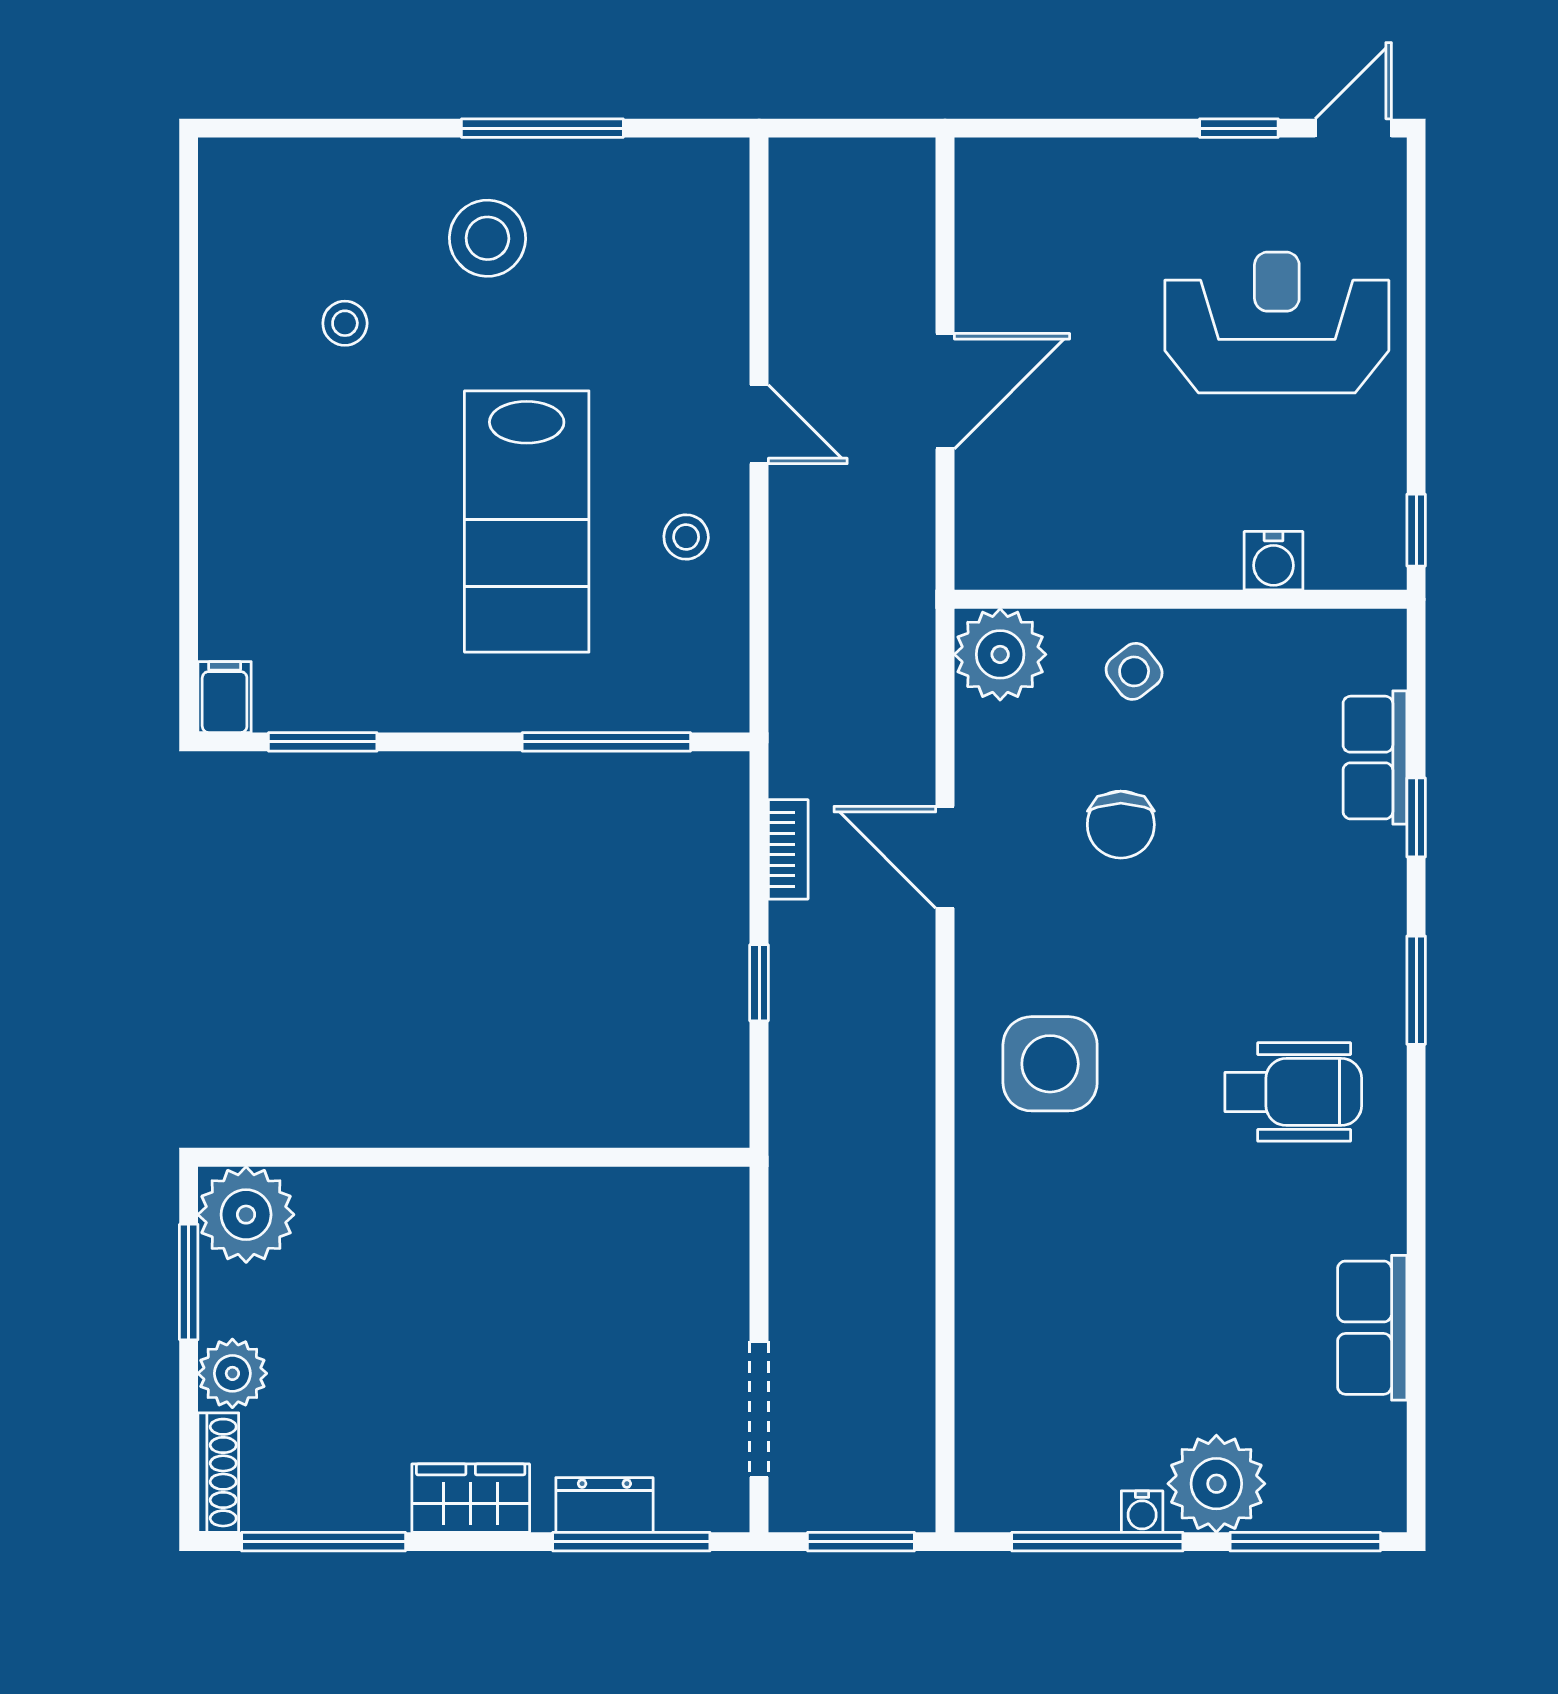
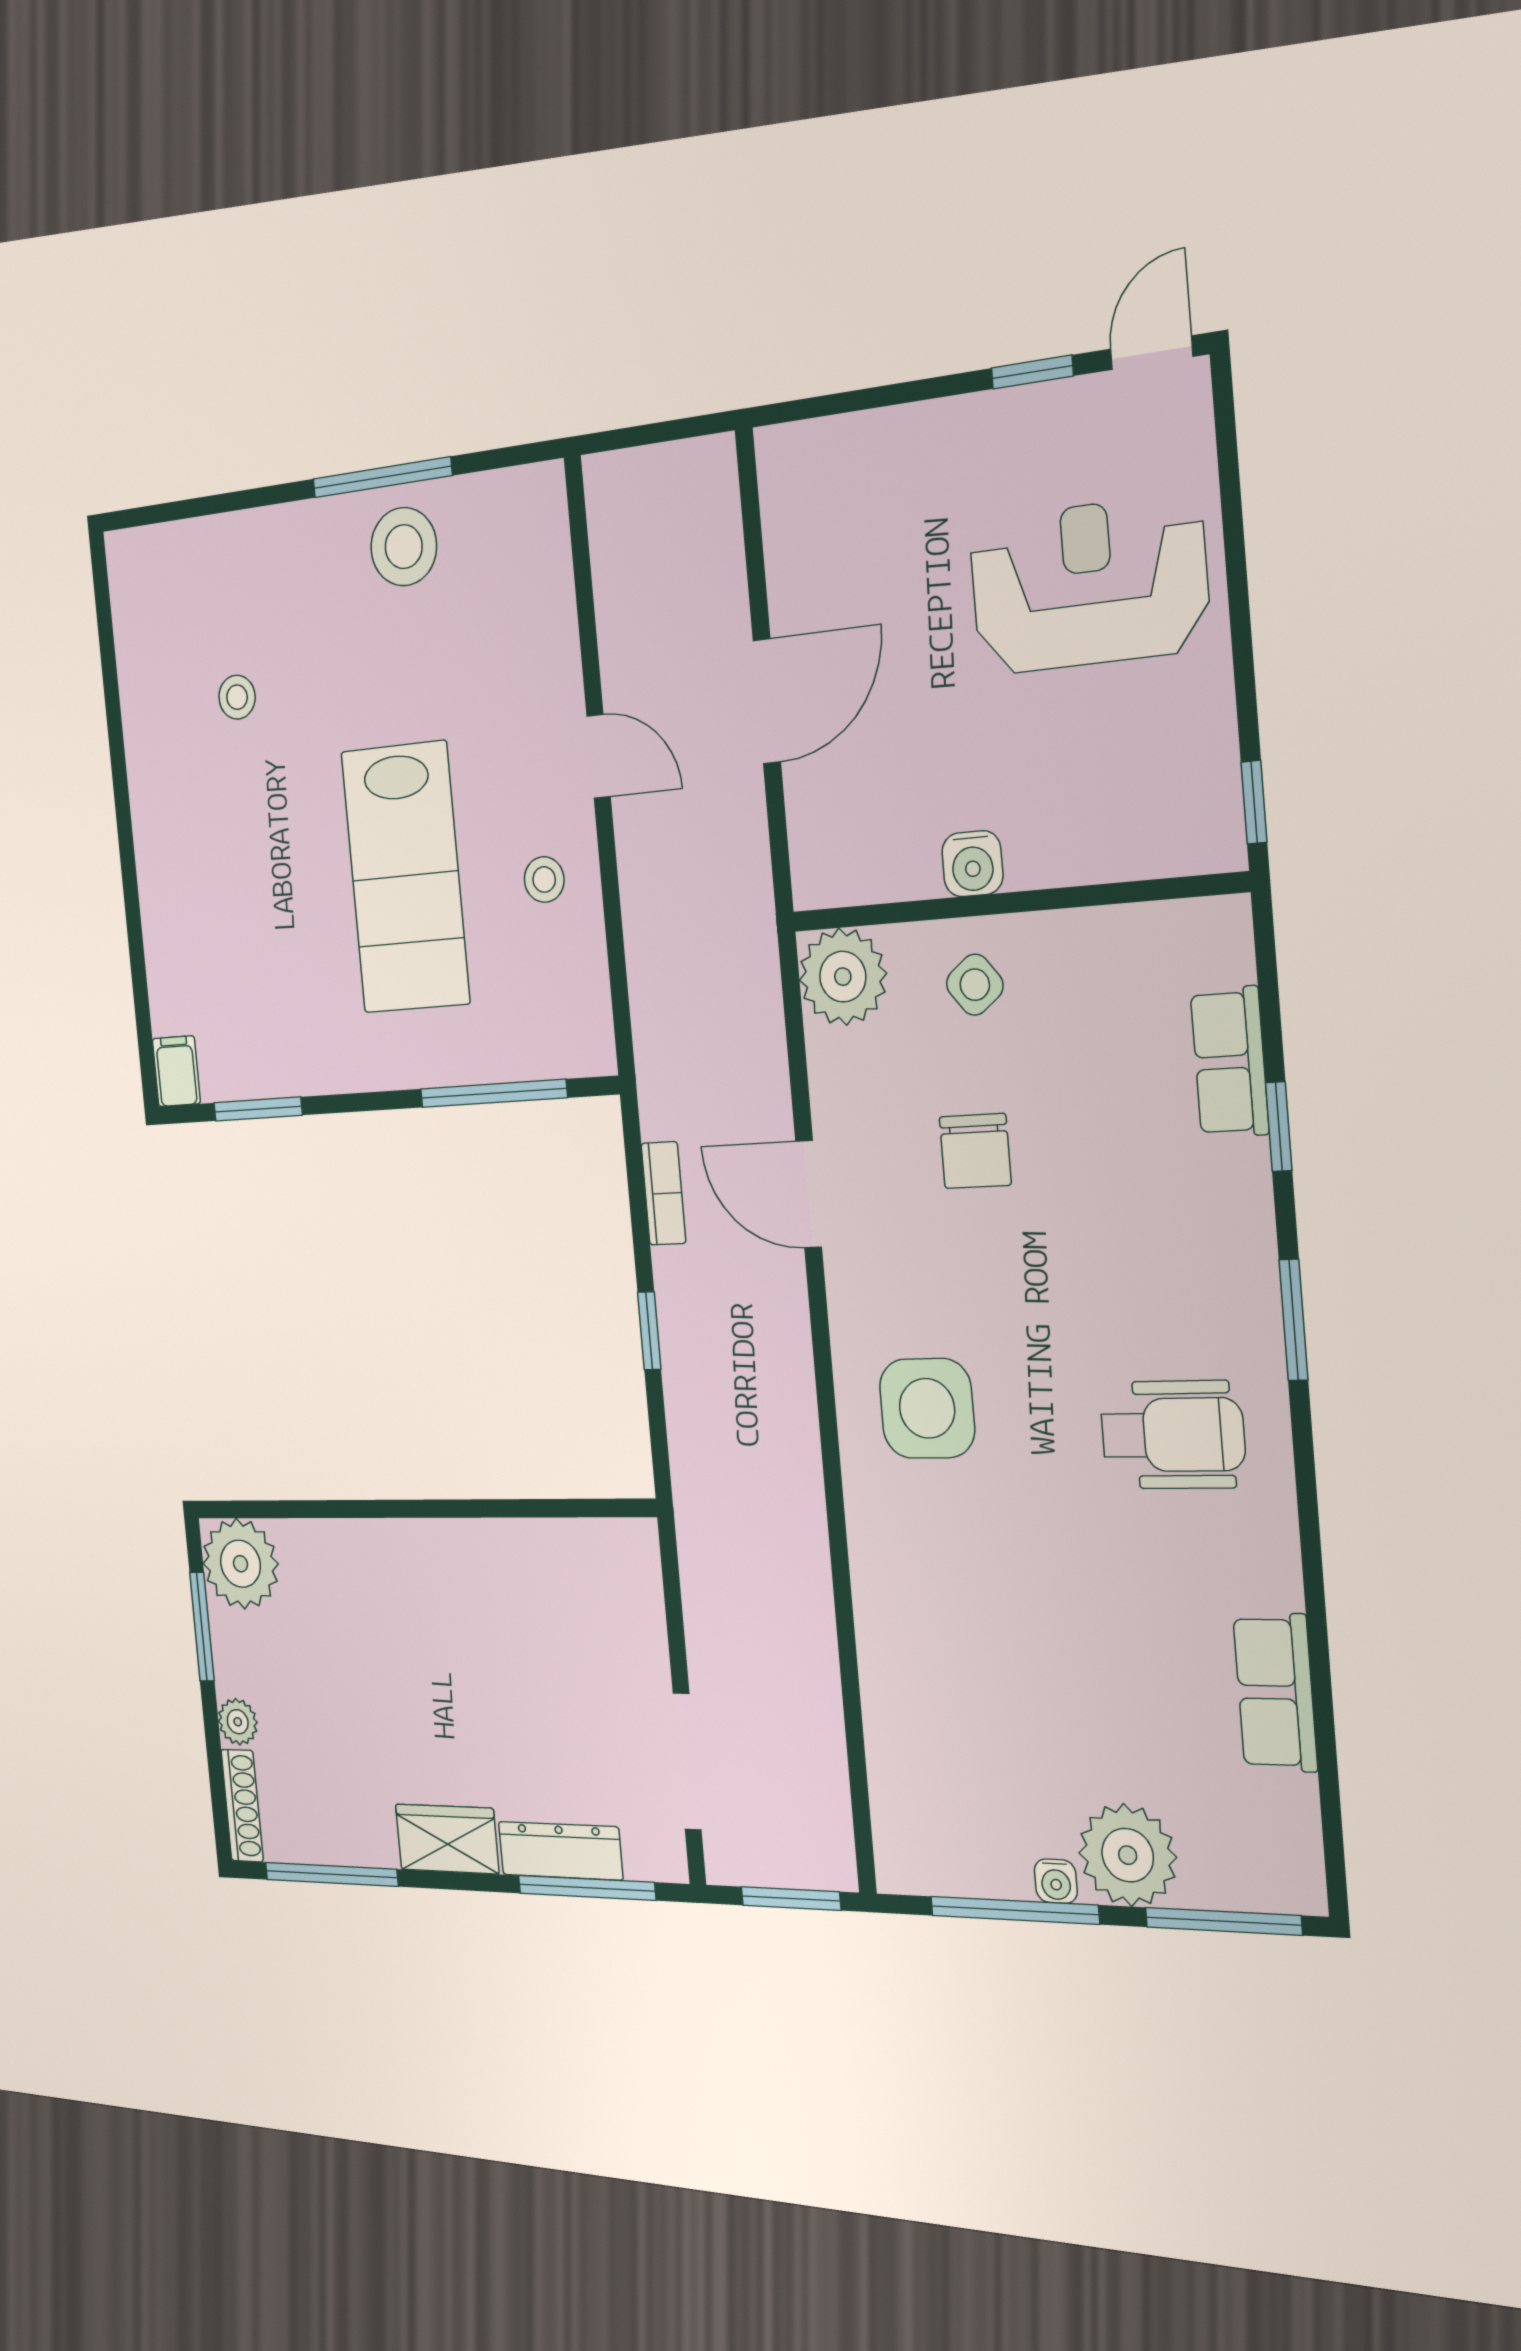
stool: (487, 238) -> (404, 547), moved
water cooler: (1274, 561) -> (972, 864), moved
plant: (232, 1373) -> (238, 1722), width x0.73, depth x0.73
dresser: (604, 1505) -> (560, 1851), width x1.44

